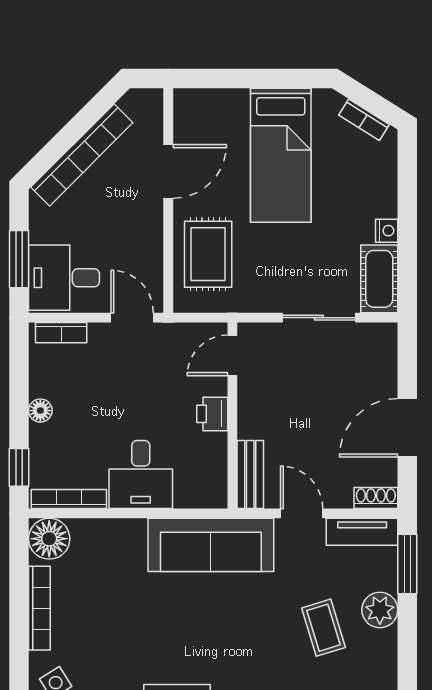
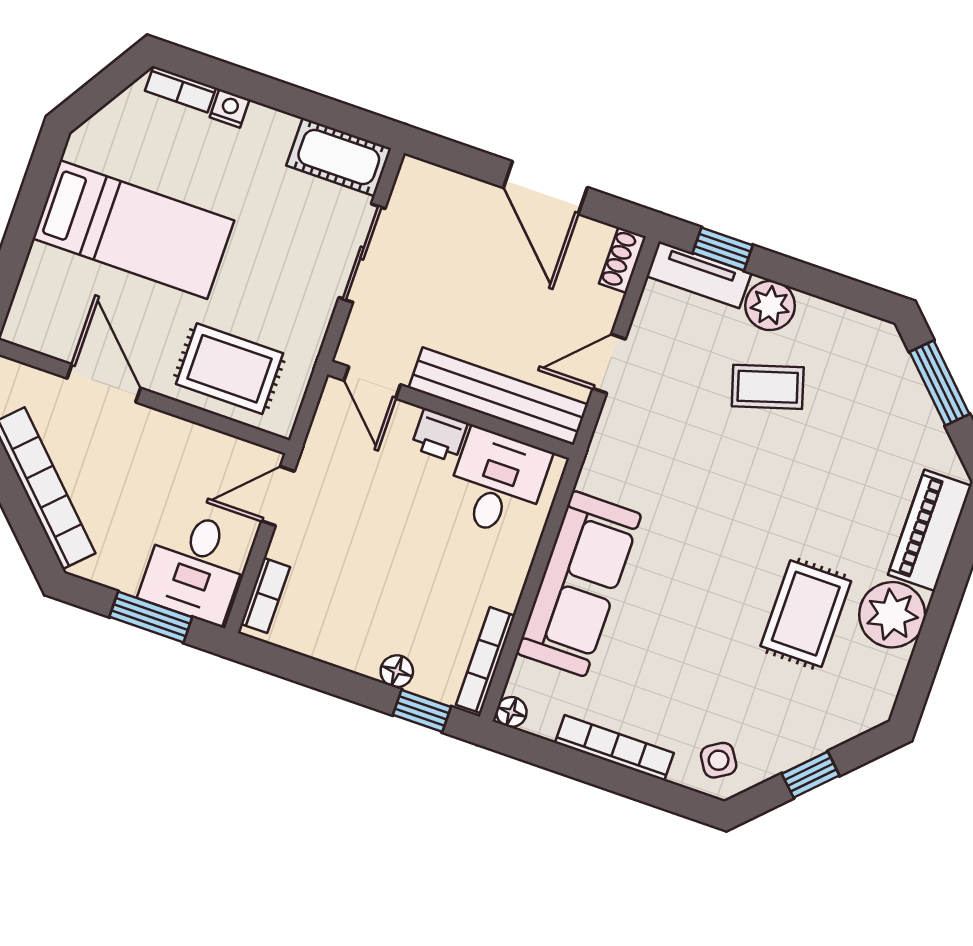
bookcase: (364, 120) -> (181, 89), moved, turned 58
nightstand: (387, 231) -> (230, 108), moved
floor lamp: (40, 411) -> (397, 671), moved
desk: (141, 474) -> (497, 483), moved, turned -90
bench: (250, 474) -> (498, 396), width x1.86, depth x1.21
tv unit: (362, 532) -> (699, 275), moved, turned 90
floor lamp: (49, 539) -> (511, 712), width x0.53, depth x0.53
sofa: (211, 545) -> (579, 584), moved
window: (407, 564) -> (723, 249), width x0.67

